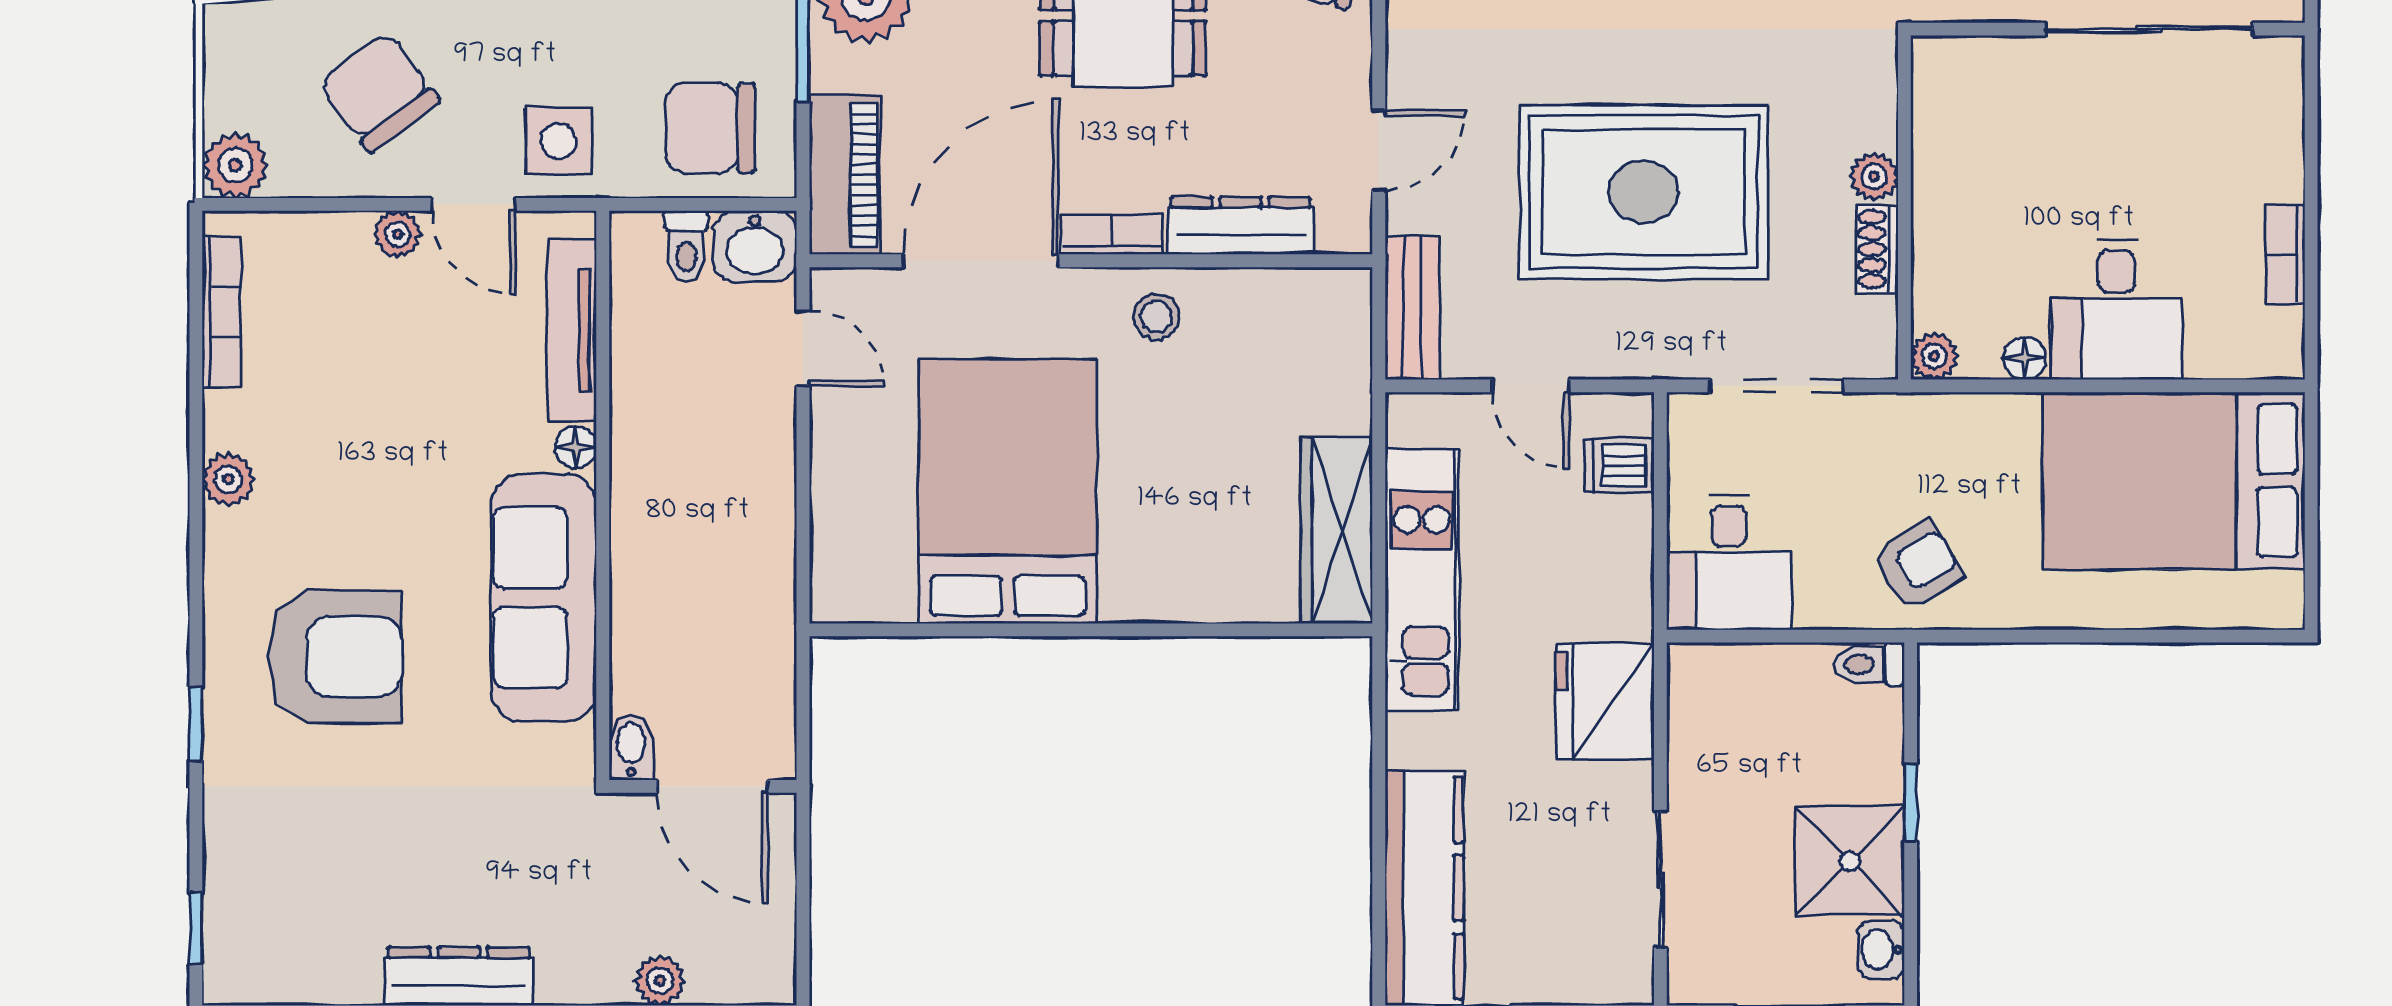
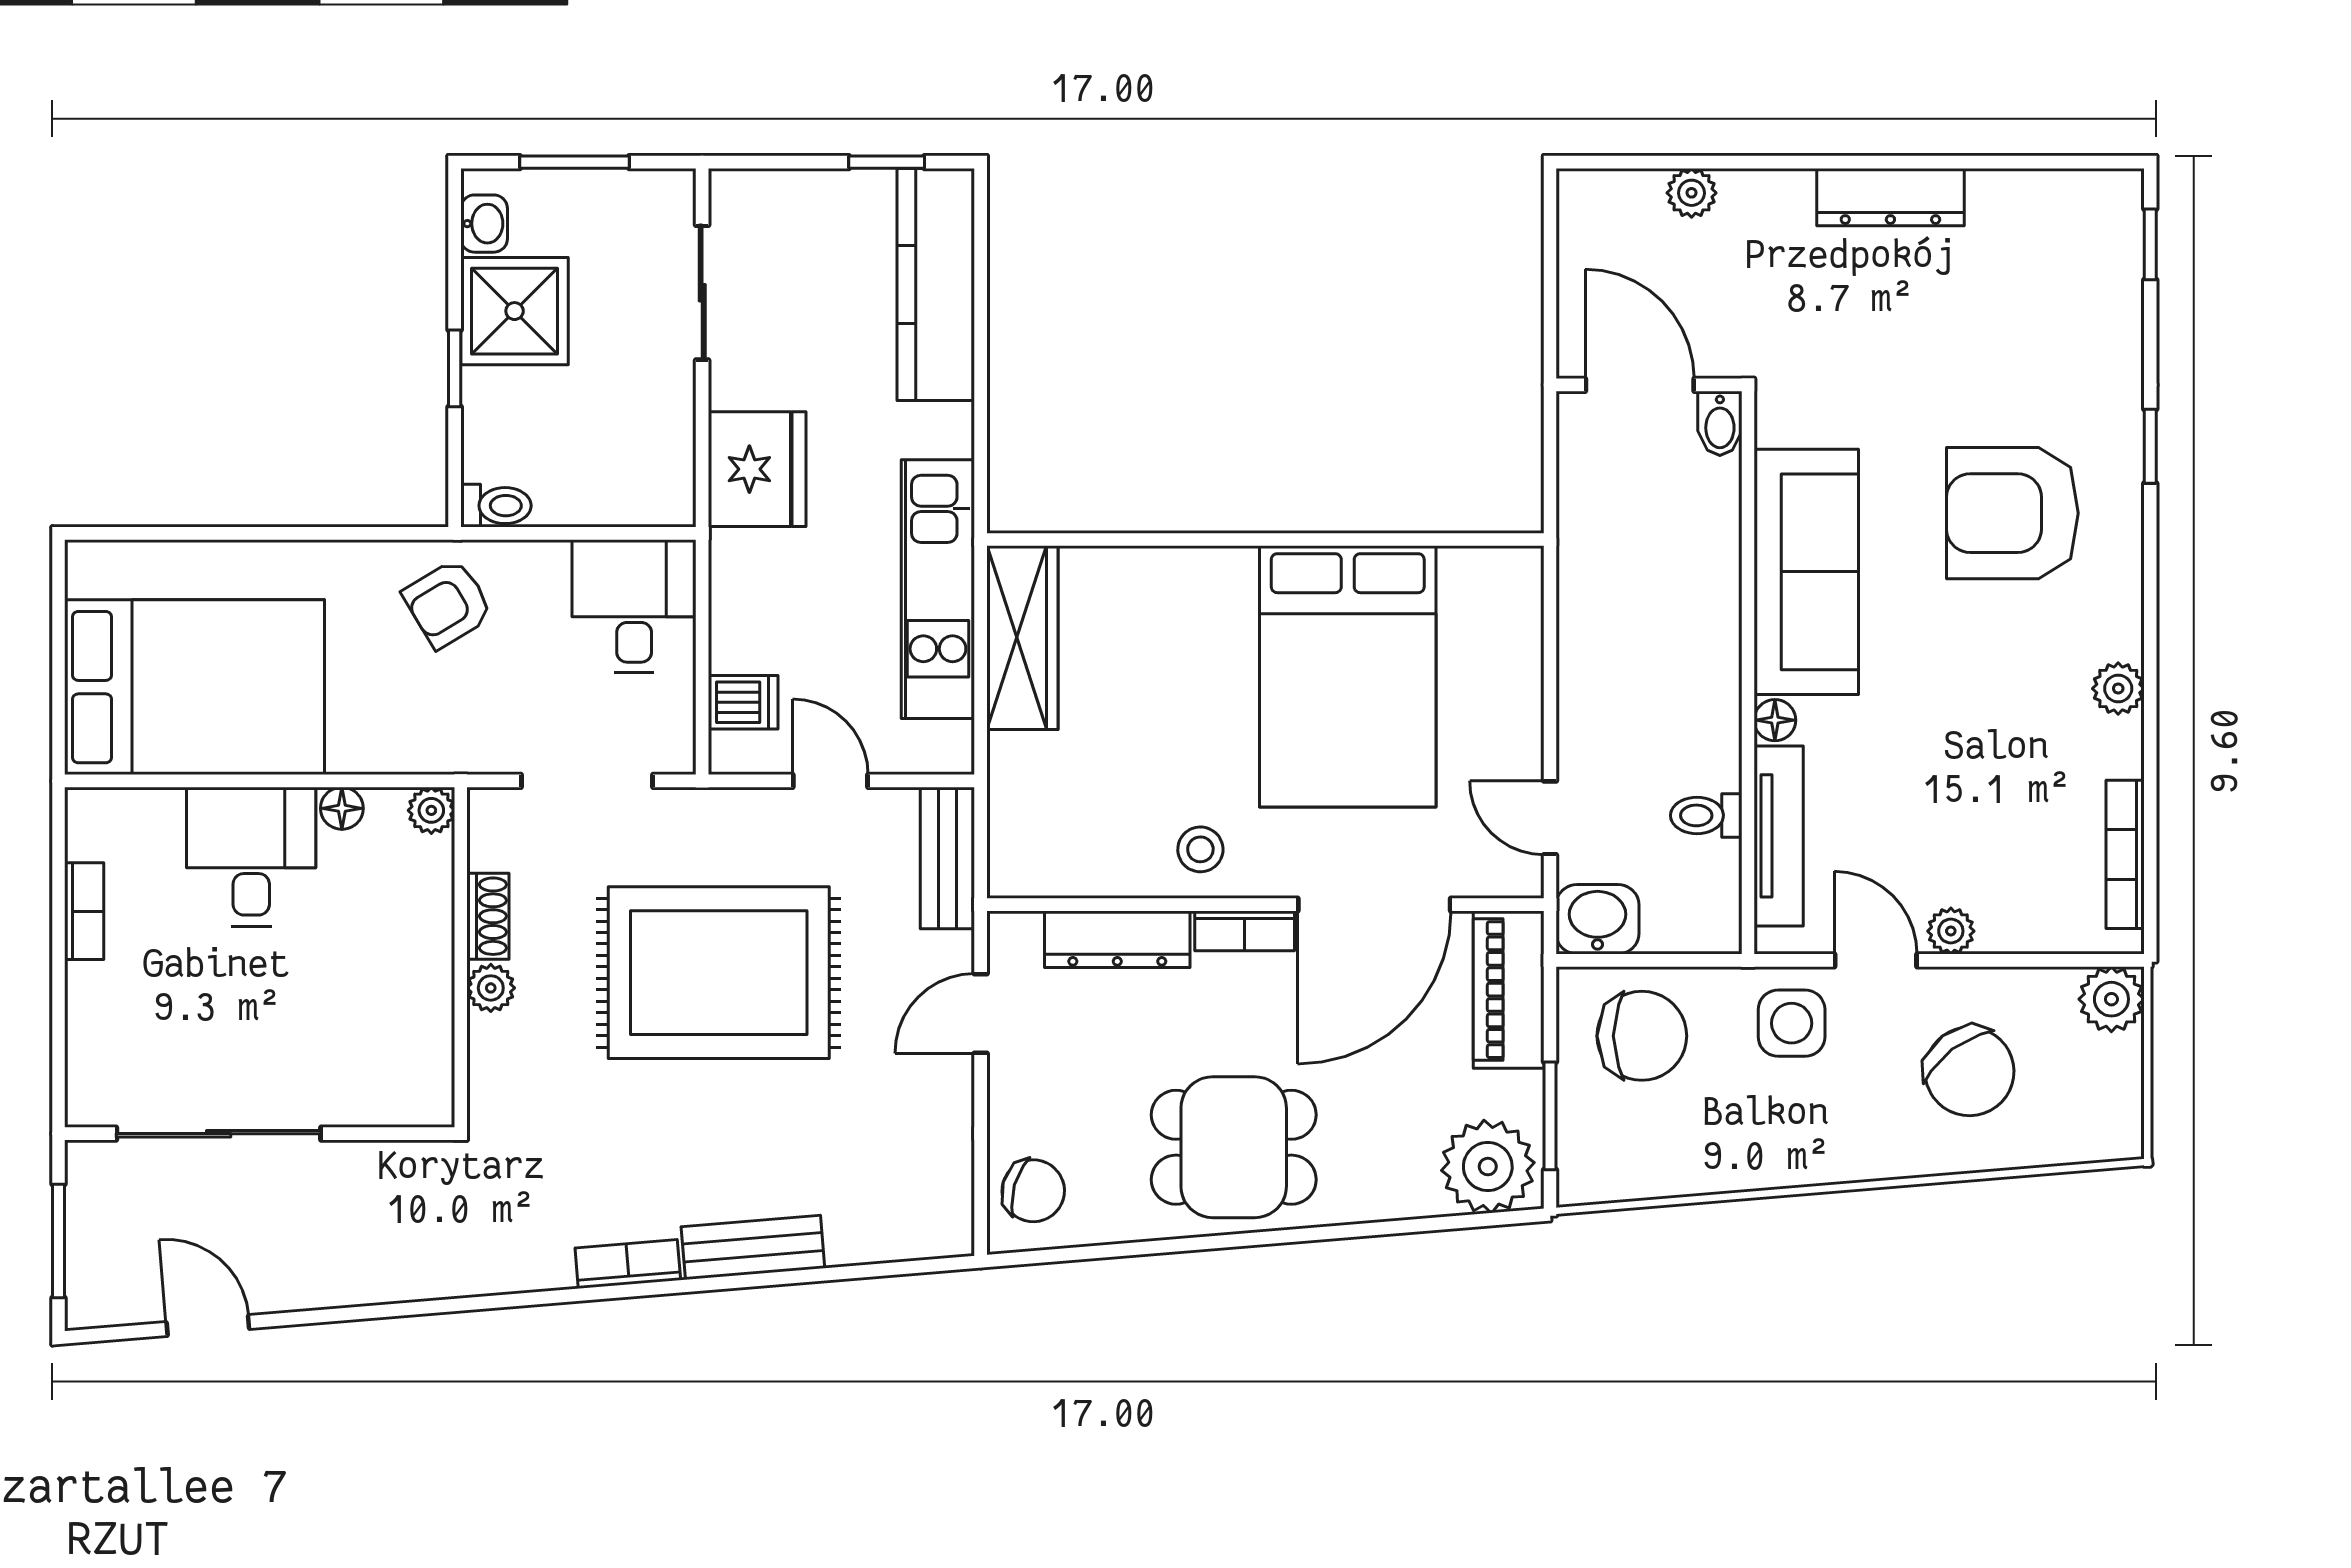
toilet: (686, 247) -> (1706, 815), moved, turned -90

